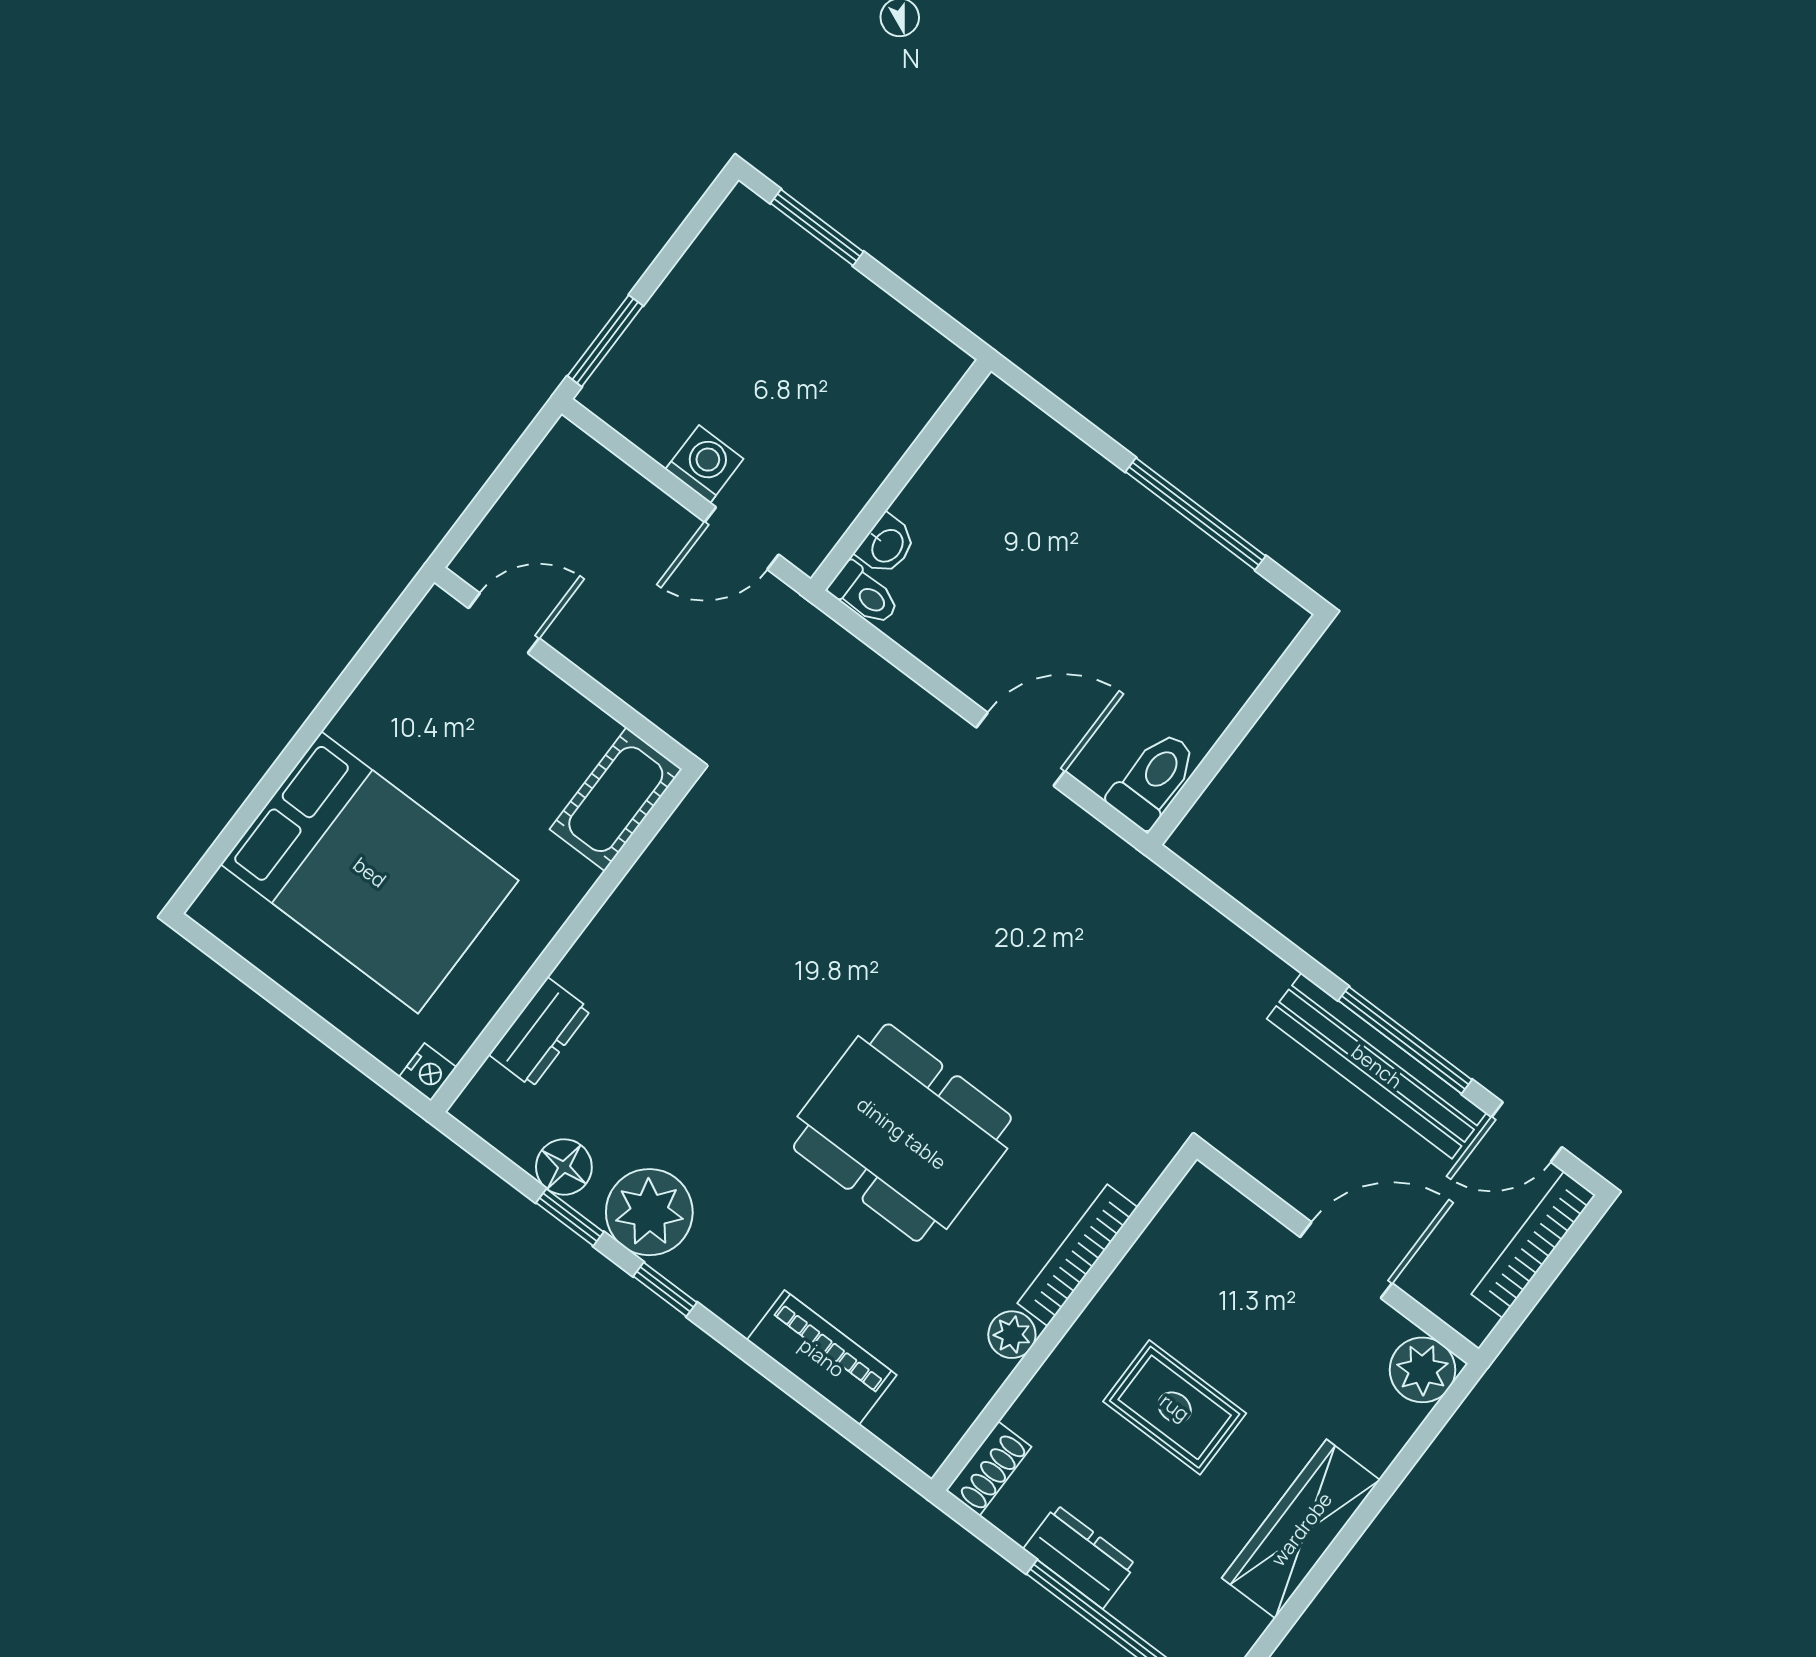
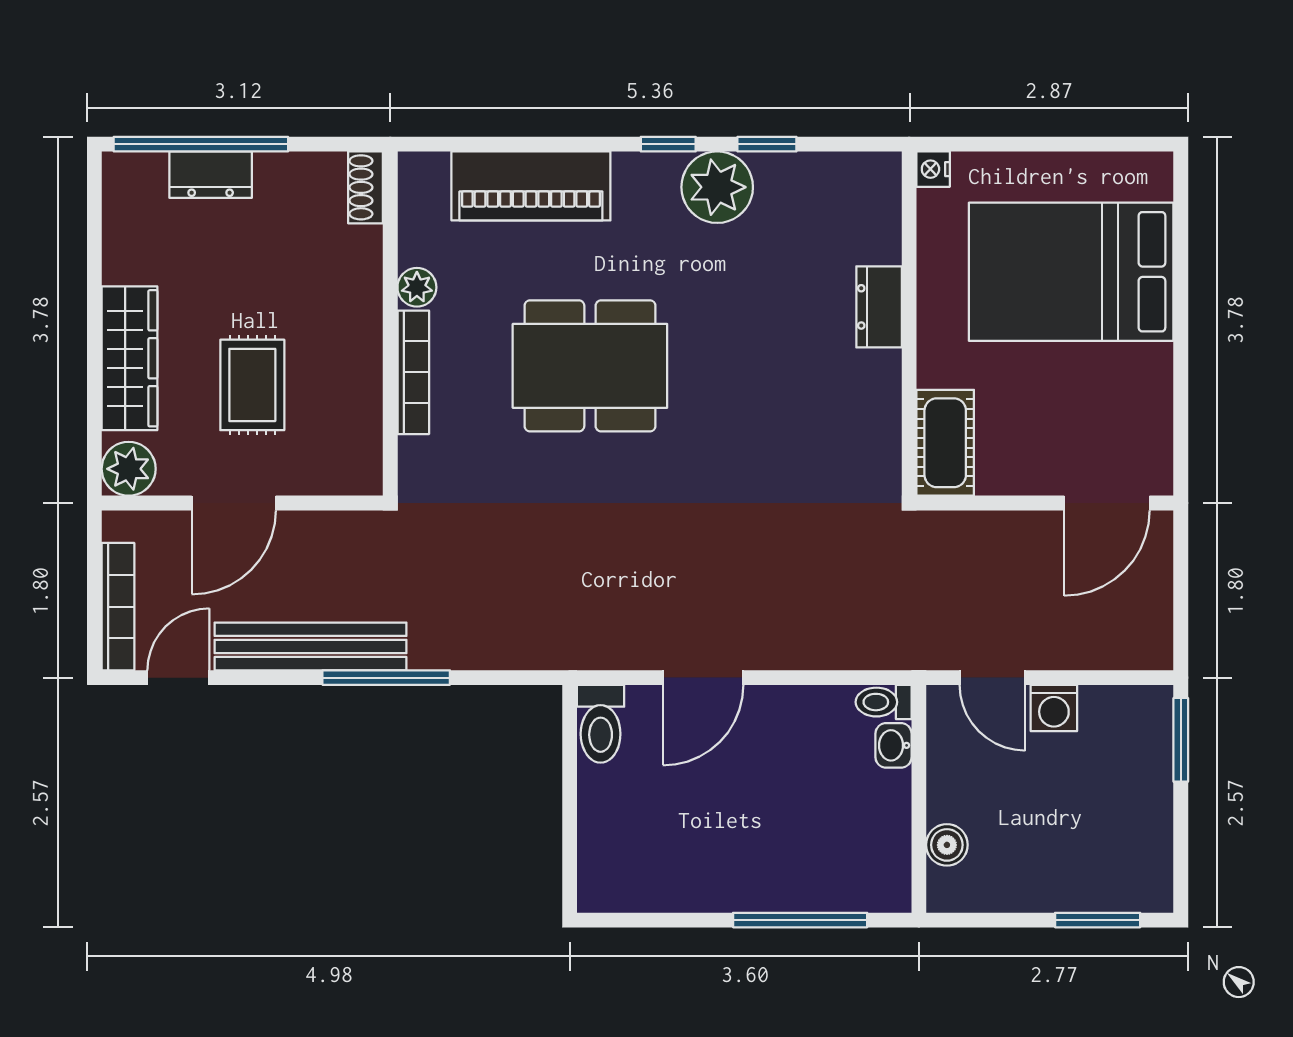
boiler: (908, 410) -> (947, 845), added
window: (1196, 514) -> (800, 920), moved
door: (742, 538) -> (992, 678), swing flipped
door: (504, 623) -> (1107, 503), width x1.38
dresser: (540, 1032) -> (879, 307), moved
window: (1405, 1040) -> (386, 678), moved
floor lamp: (564, 1167) -> (796, 174), removed
piano: (822, 1357) -> (531, 186), width x1.37, depth x1.33
rug: (1175, 1407) -> (252, 385), moved, turned 90
wardrobe: (1301, 1529) -> (129, 358), moved
dresser: (1080, 1557) -> (211, 175), moved

